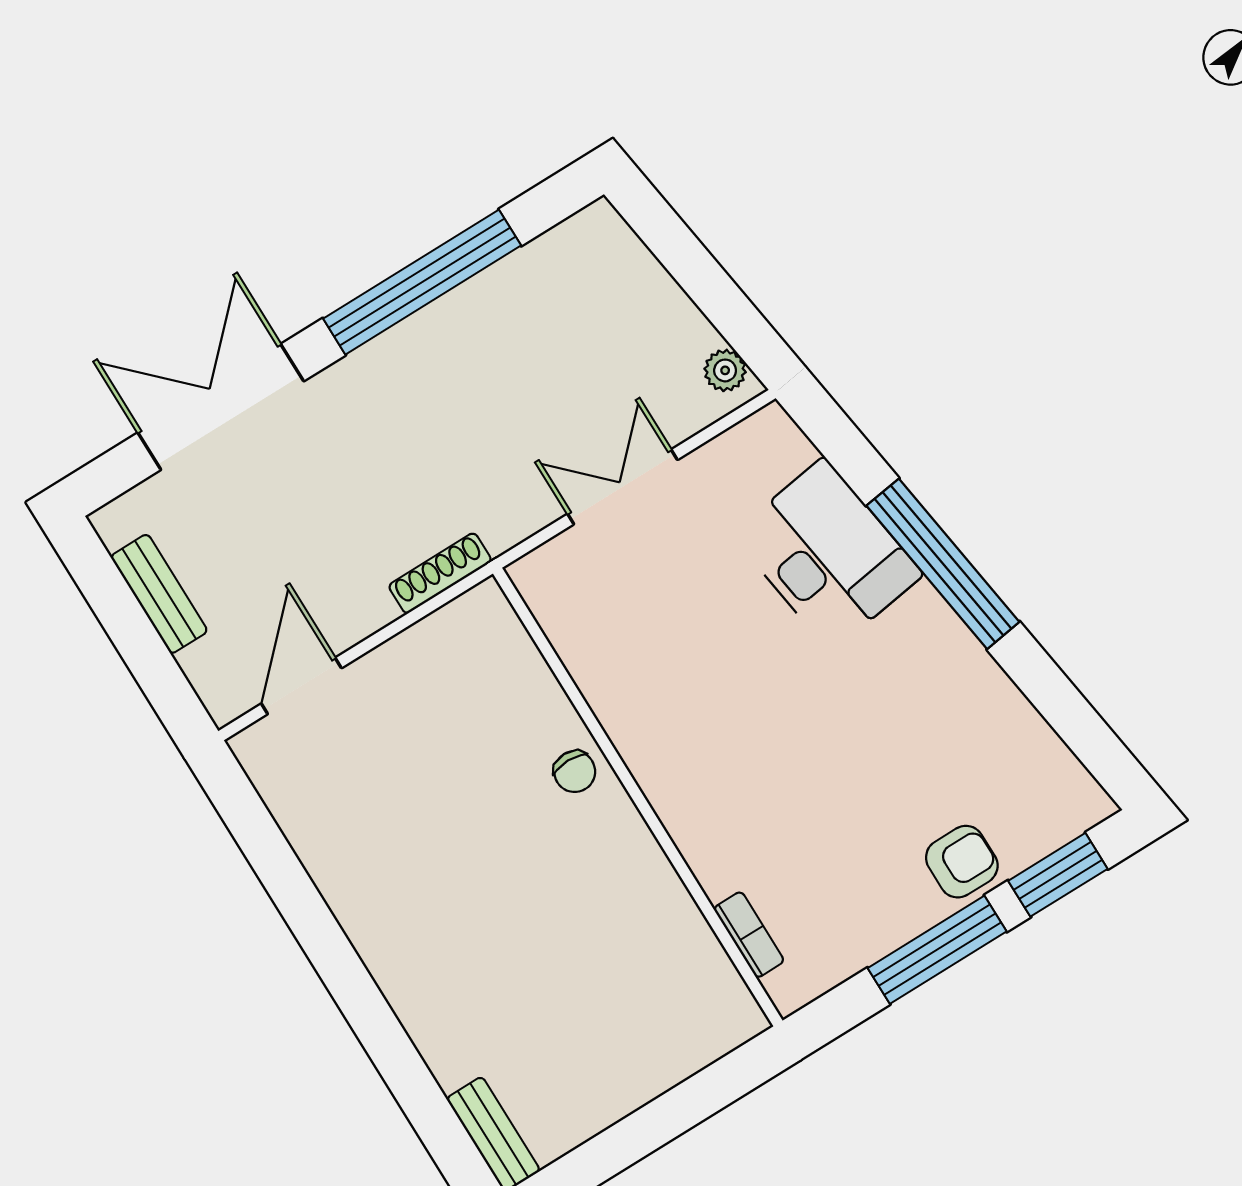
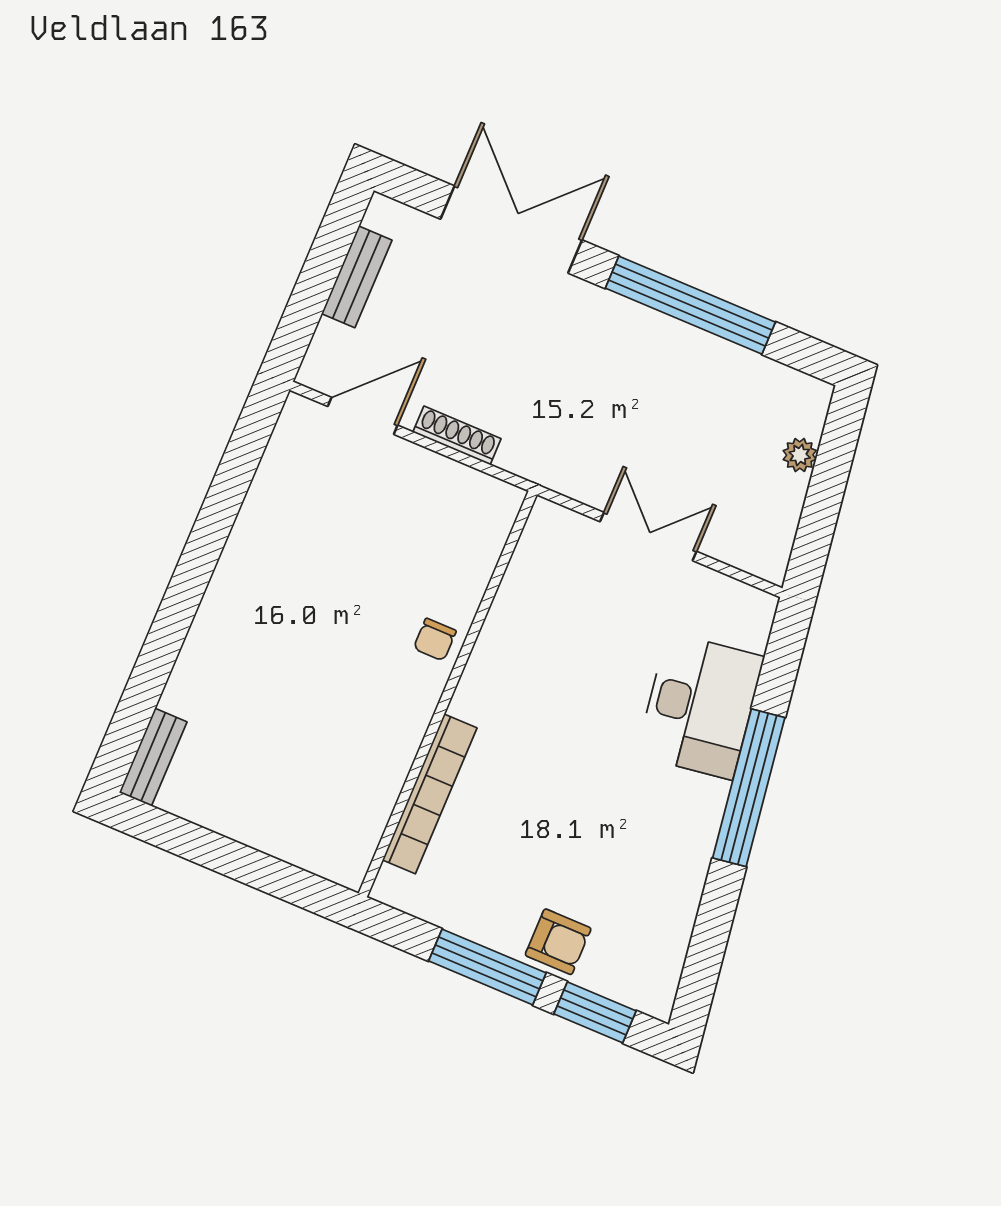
plant: (725, 370) -> (800, 455), moved
shoe rack: (440, 573) -> (457, 435), moved
bookcase: (749, 935) -> (430, 794), width x2.31, depth x1.31

